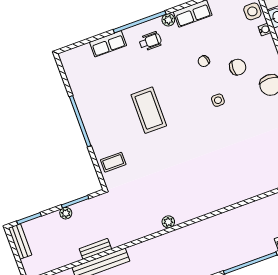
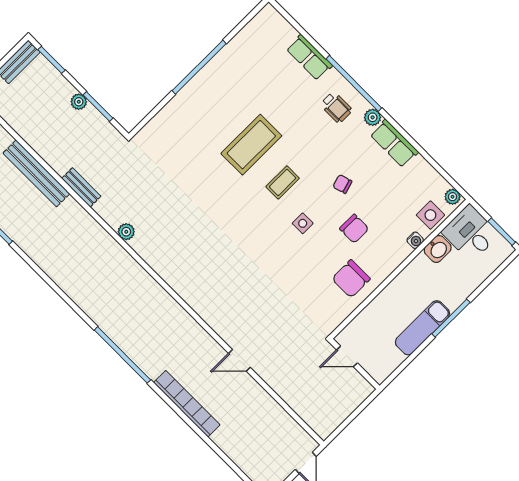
coffee table: (113, 162) -> (283, 182), moved, turned 90
bench: (95, 249) -> (81, 187), moved

